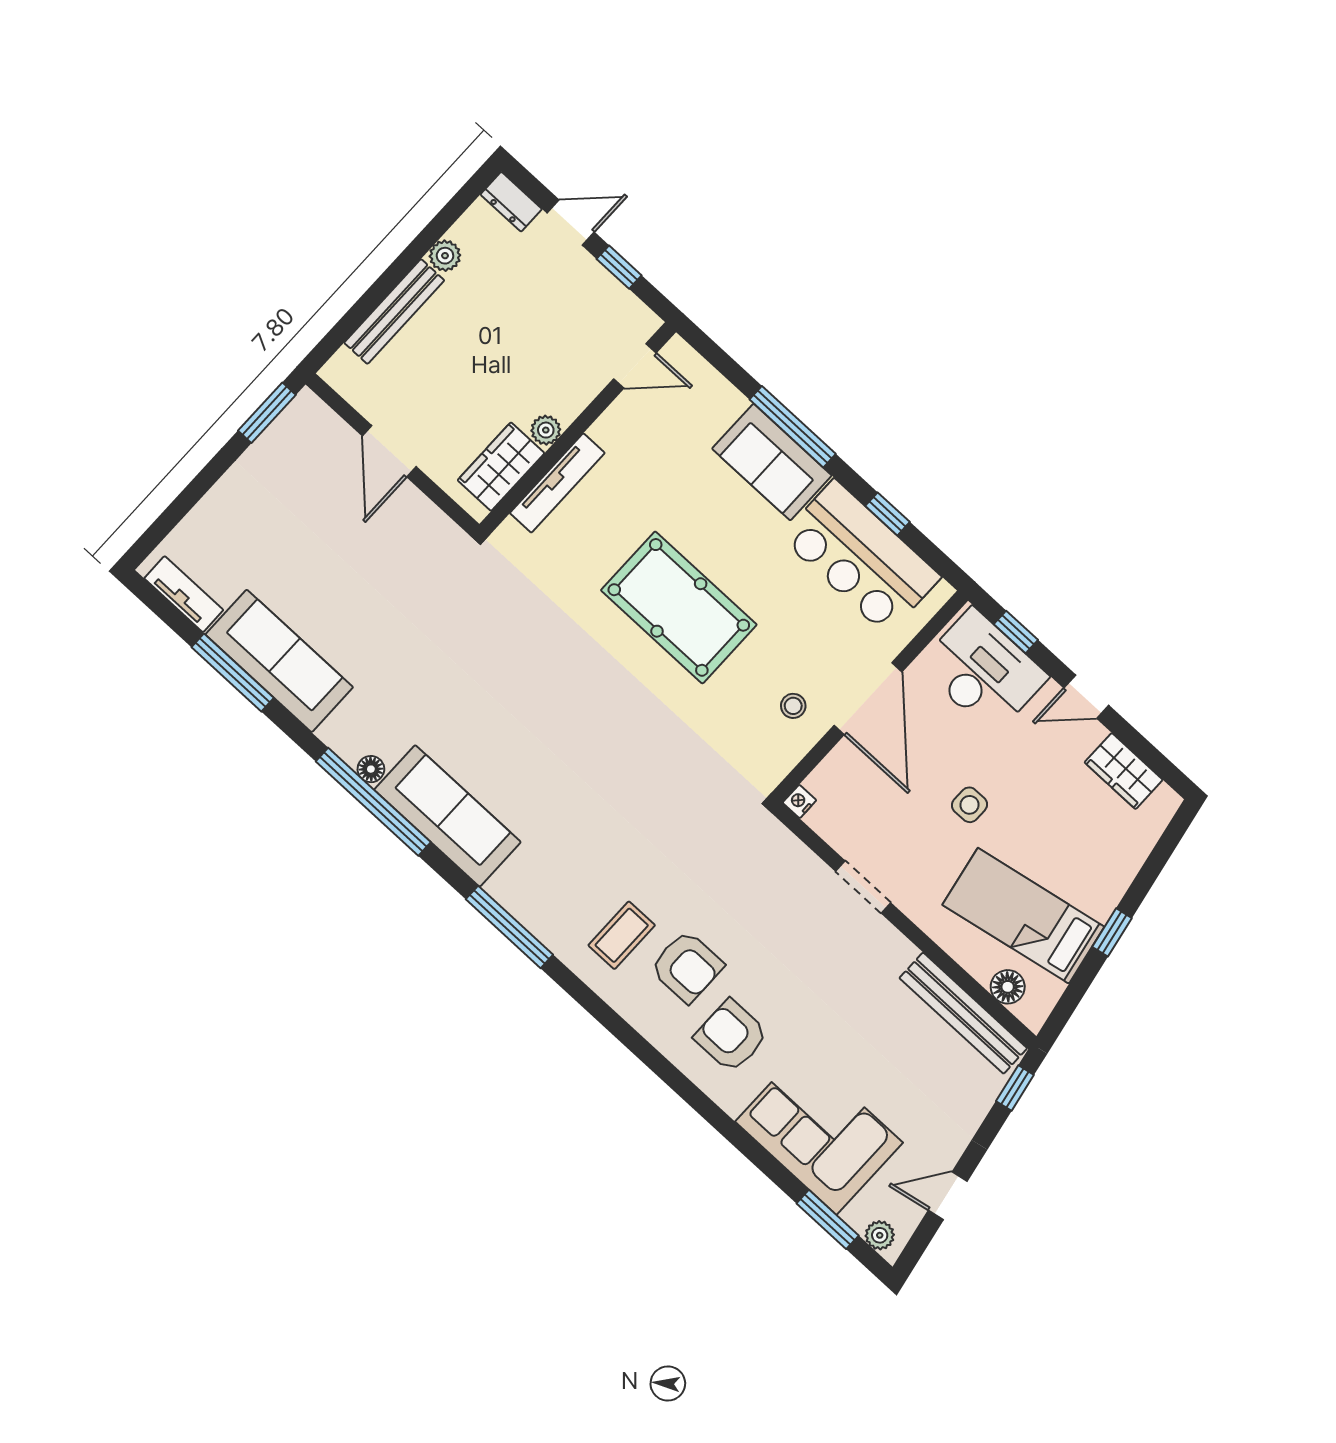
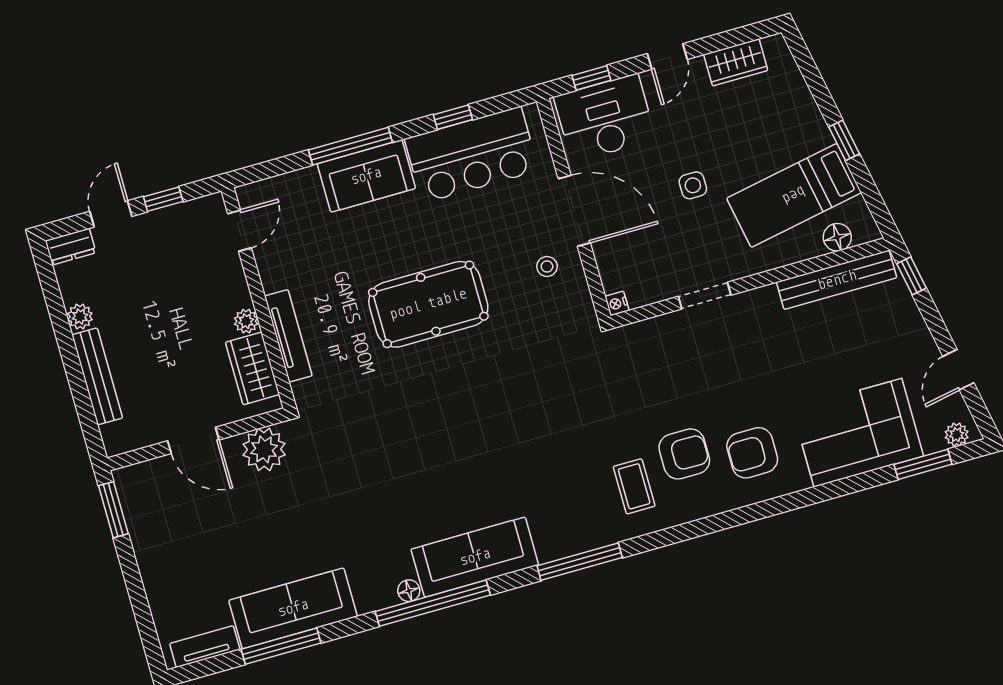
plant: (425, 530) -> (264, 449), added

